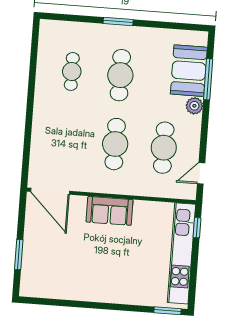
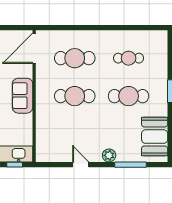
booth: (189, 71) -> (155, 137), moved, turned 90
cafe table: (164, 148) -> (75, 58), moved
door: (201, 173) -> (81, 165), moved

